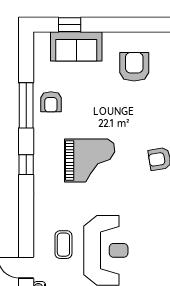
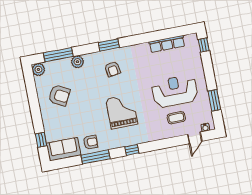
sofa: (76, 46) -> (64, 149), moved, turned -90
armchair: (134, 67) -> (59, 95), turned -153

